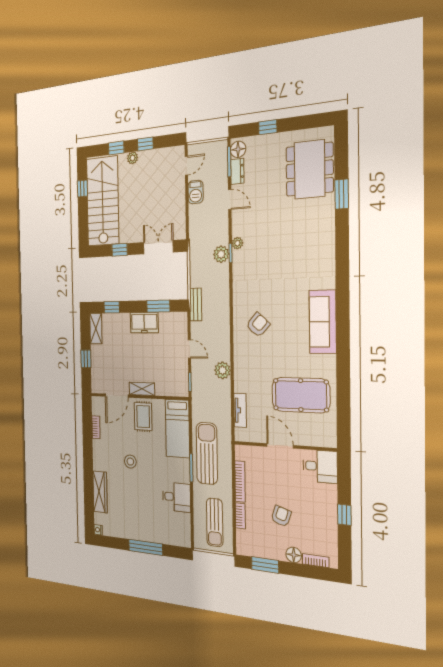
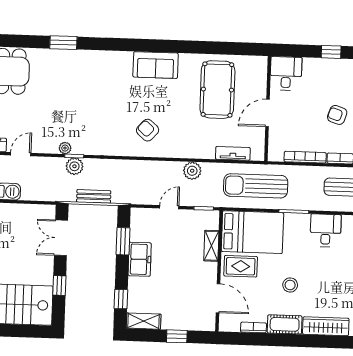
window: (342, 194) -> (63, 43), moved
bench: (196, 305) -> (94, 196), moved
sofa: (323, 322) -> (156, 65), width x0.73
shelving: (142, 389) -> (211, 246), moved
bed: (177, 428) -> (252, 232), width x1.50
sun lounger: (207, 453) -> (256, 186), moved
cot: (100, 455) -> (285, 324), added

